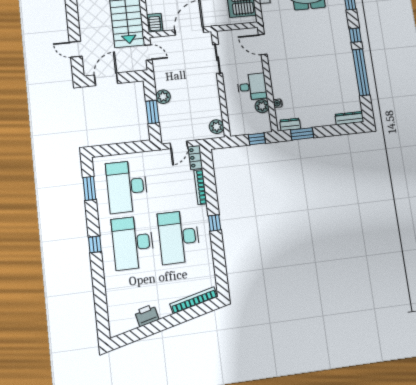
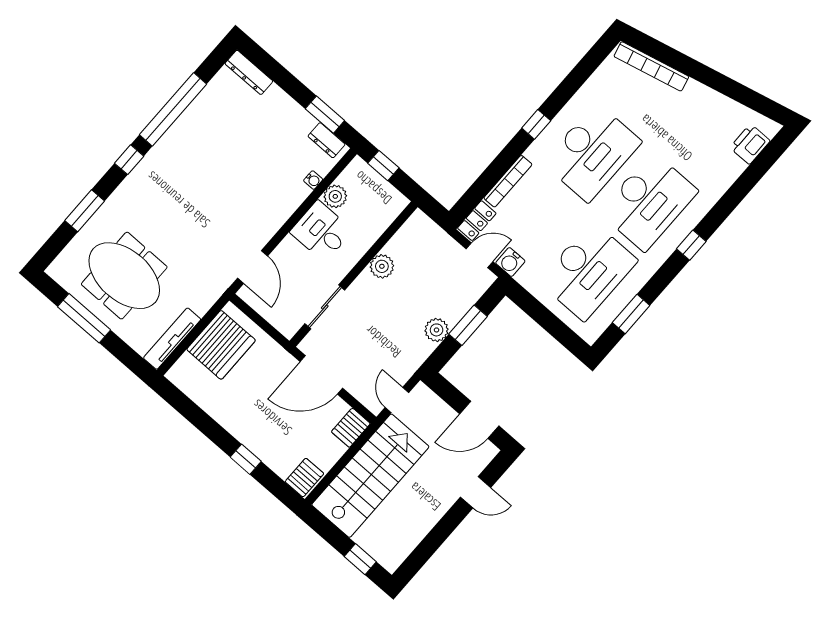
door: (76, 49) -> (476, 492), hinge flipped
plant: (216, 127) -> (382, 266), moved
water cooler: (163, 156) -> (510, 262), added
printer: (147, 315) -> (750, 144), moved, turned 104

